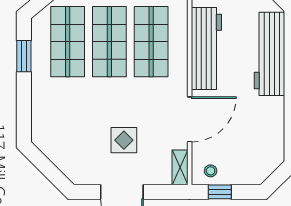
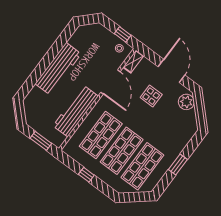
workbench: (269, 54) -> (58, 69), moved
window: (24, 56) -> (178, 165), moved
door: (190, 119) -> (111, 82), swing flipped
plant: (73, 166) -> (186, 102), added

